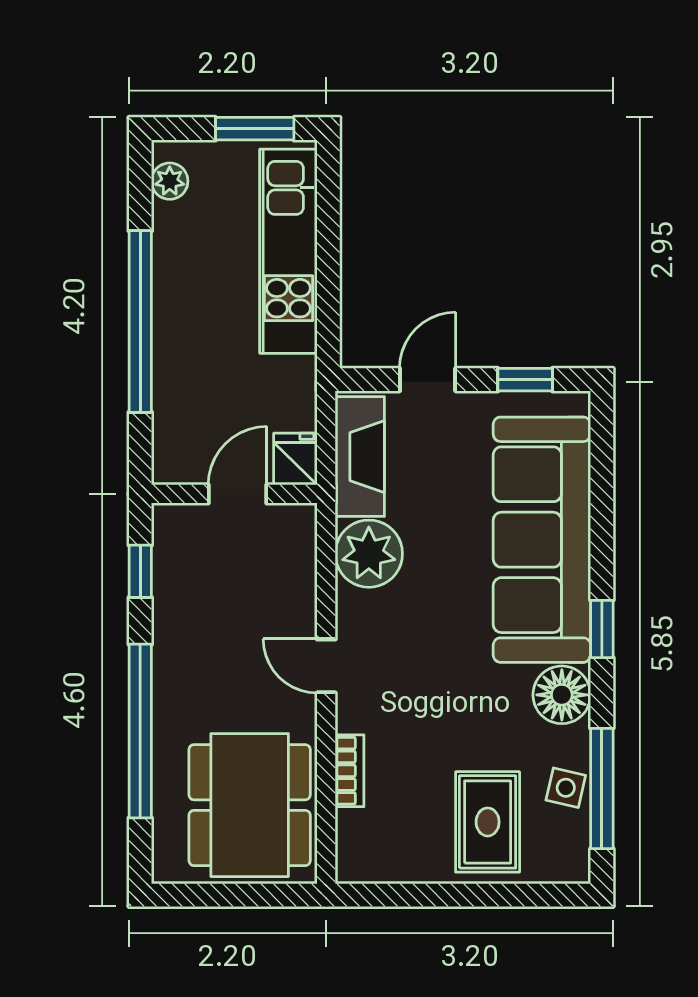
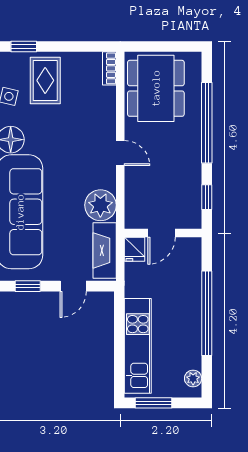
bookcase: (350, 771) -> (109, 68), moved
window: (534, 895) -> (24, 46), added

